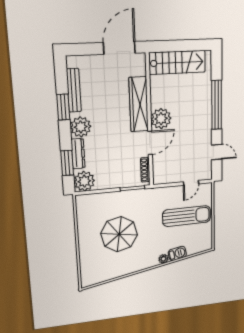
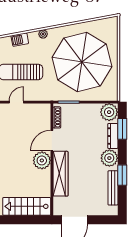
parasol: (119, 234) -> (82, 62), width x1.86, depth x1.86
barbecue: (177, 253) -> (20, 40), moved

